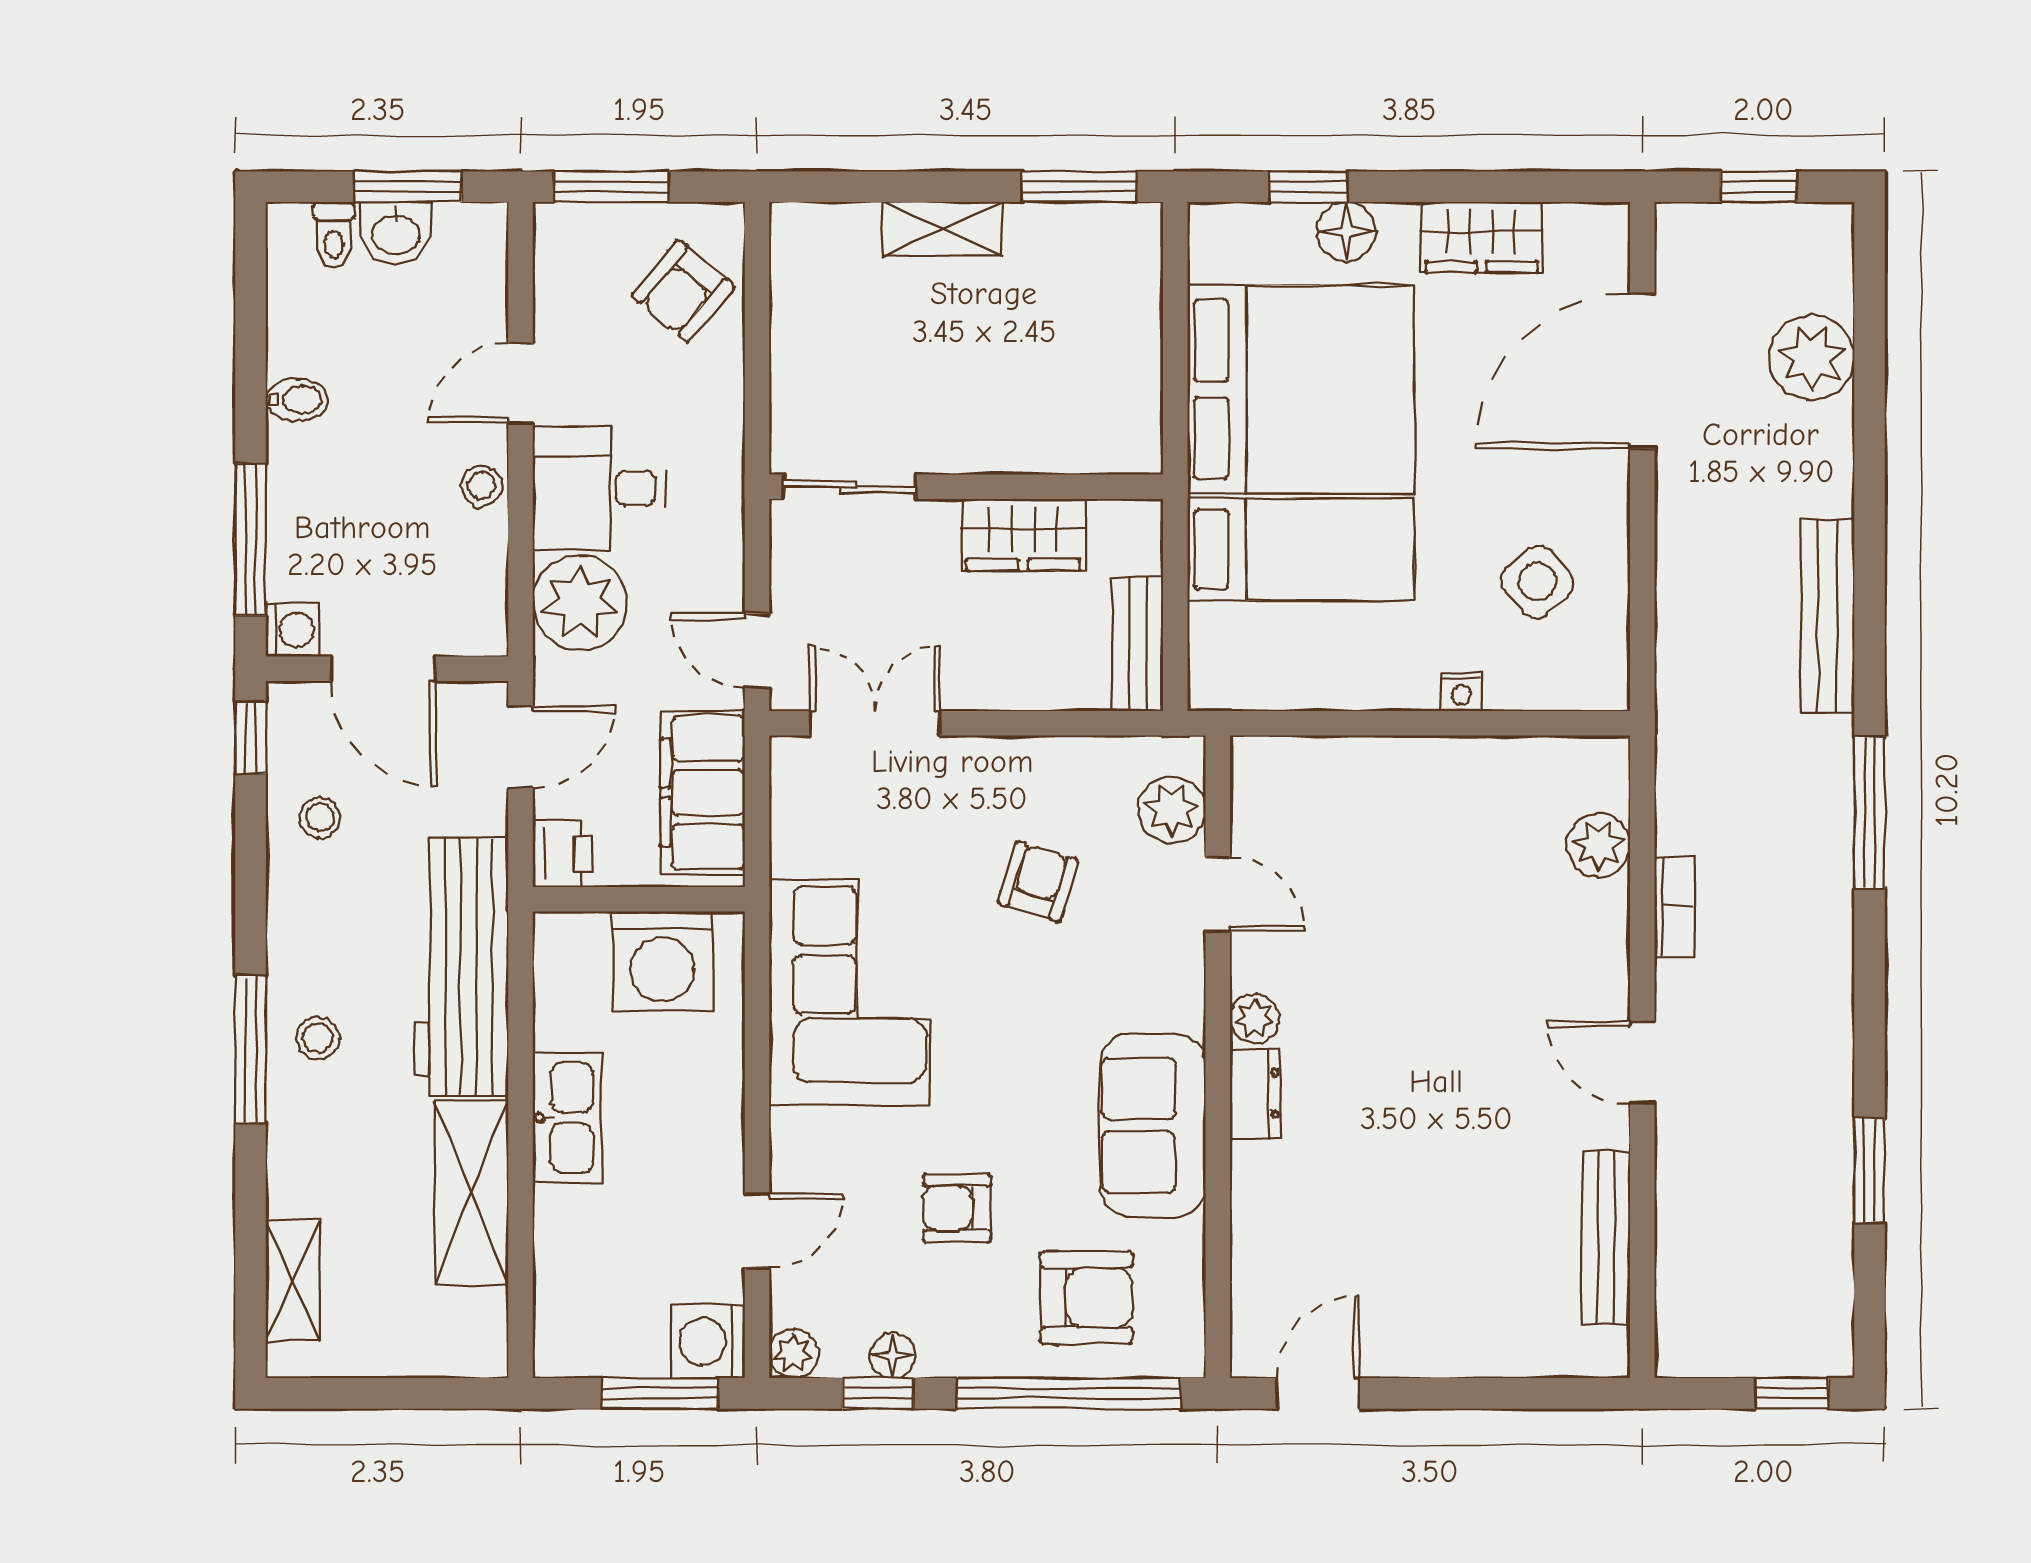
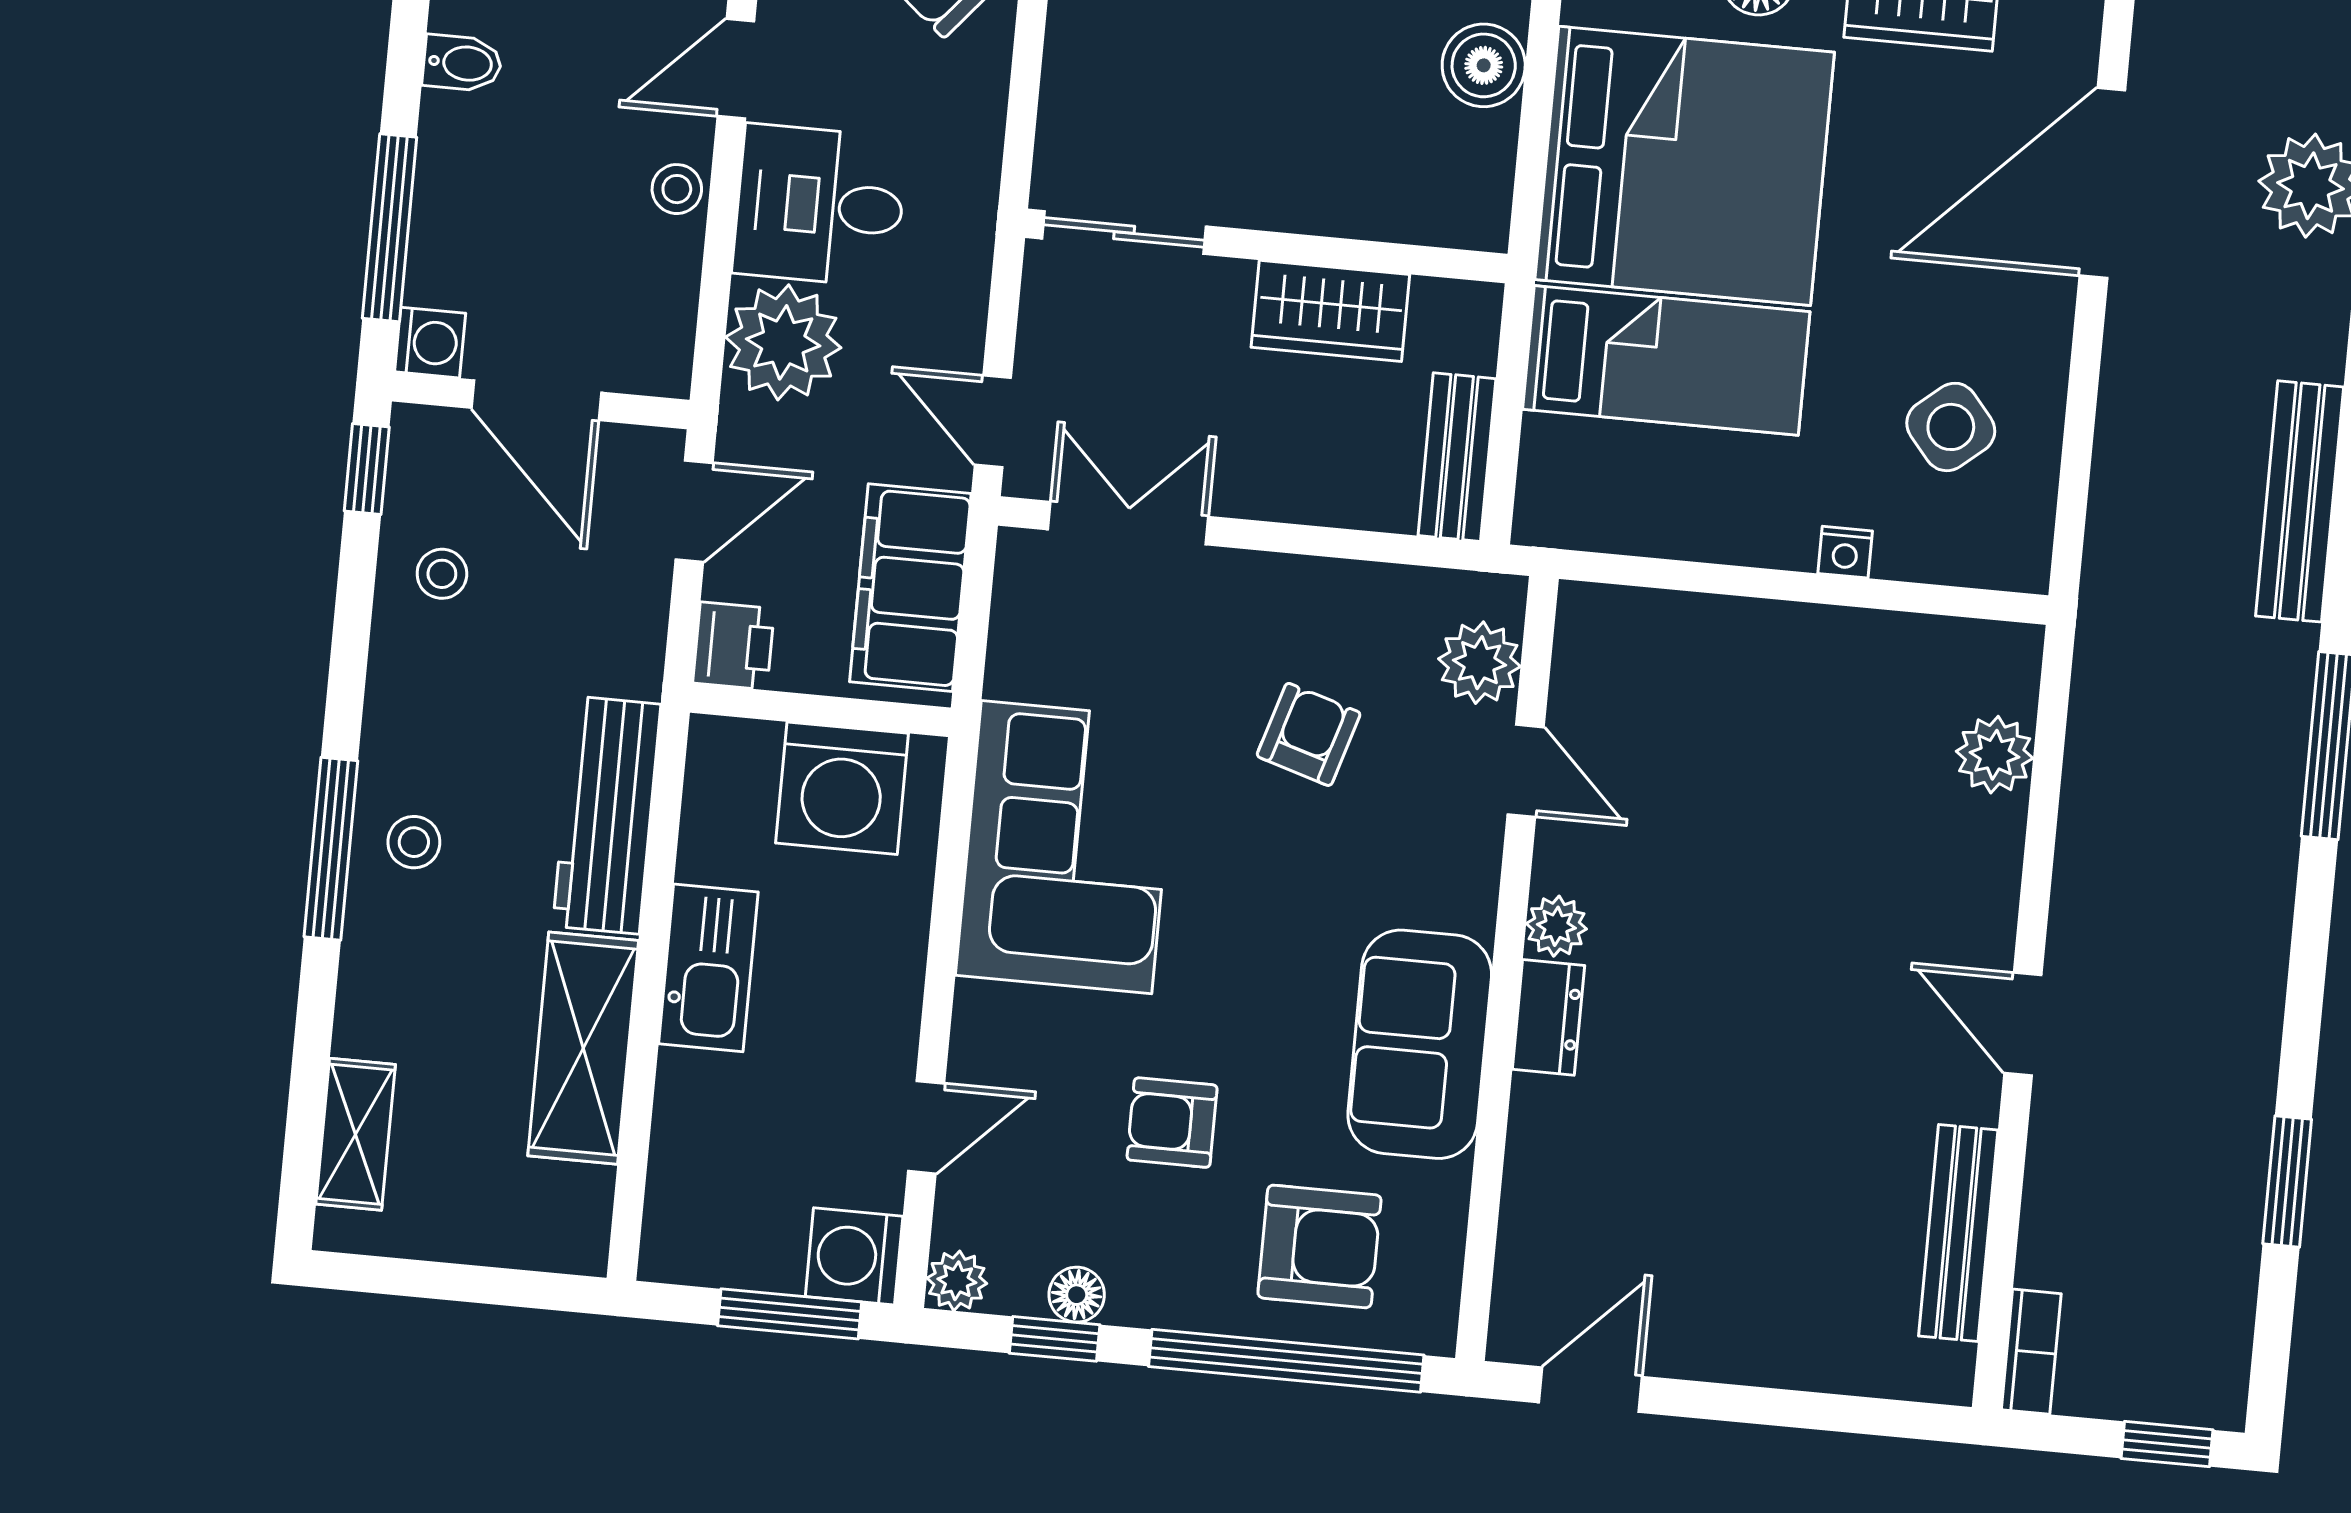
boiler: (1129, 323) -> (1484, 65), added
bookcase: (1674, 907) -> (2031, 1352), moved
workbench: (461, 967) -> (607, 815), width x0.73, depth x0.76

